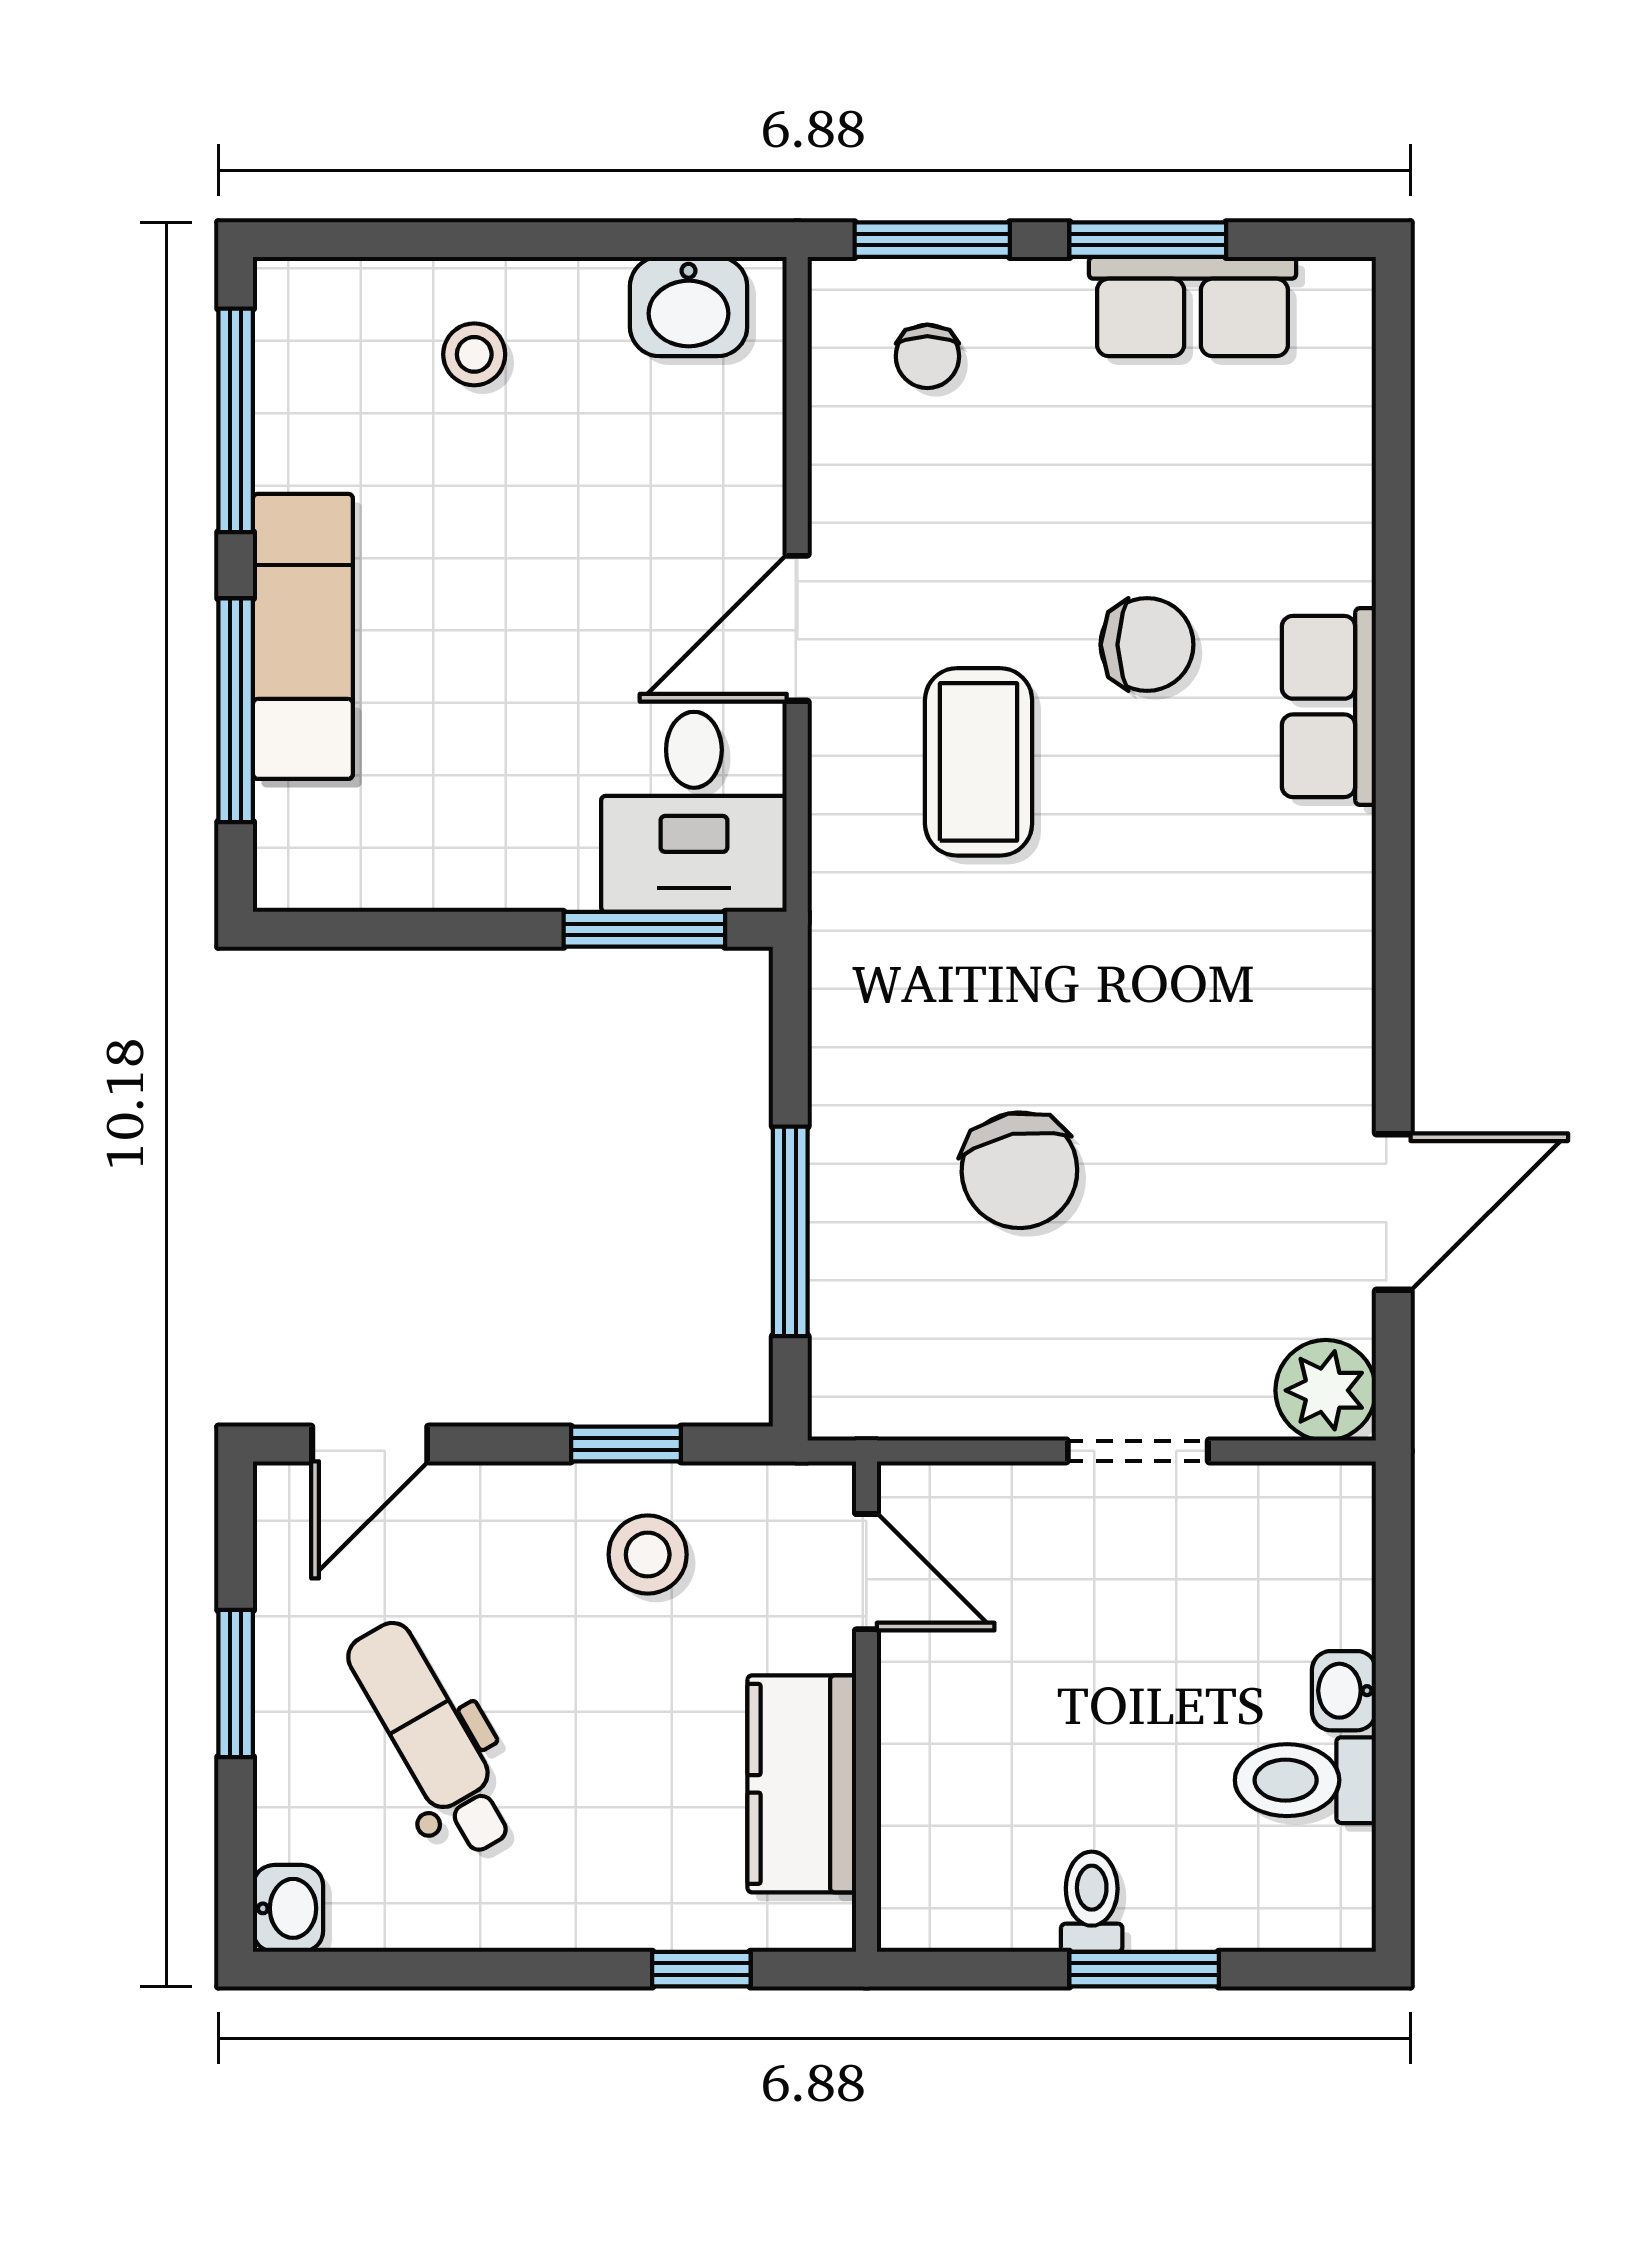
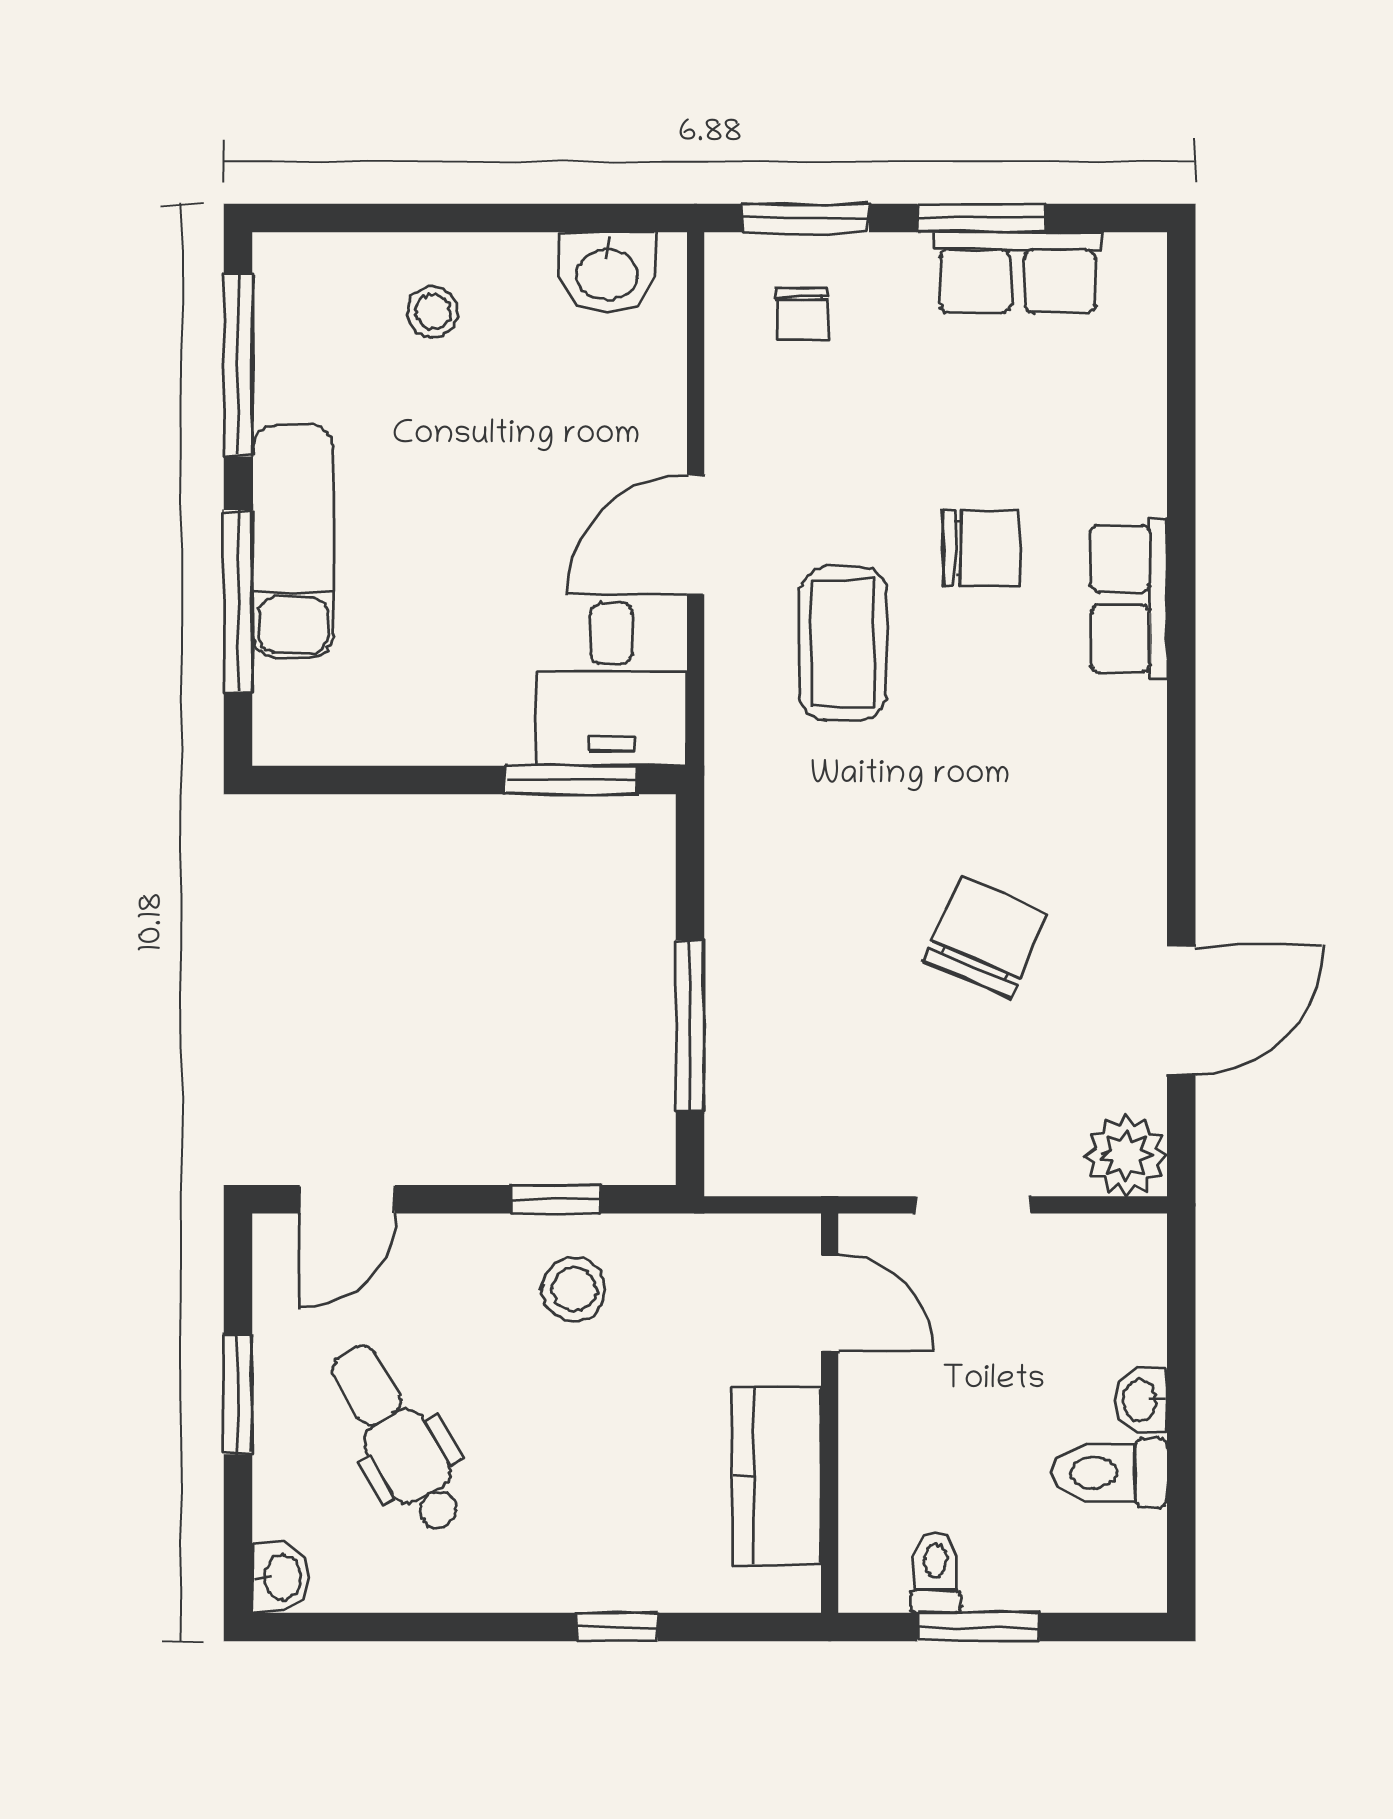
chair: (1019, 1170) -> (986, 937), moved, turned -146
door: (866, 1572) -> (830, 1303), moved
wall: (866, 1707) -> (830, 1413), moved
kitchen counter: (802, 1784) -> (777, 1476), moved

